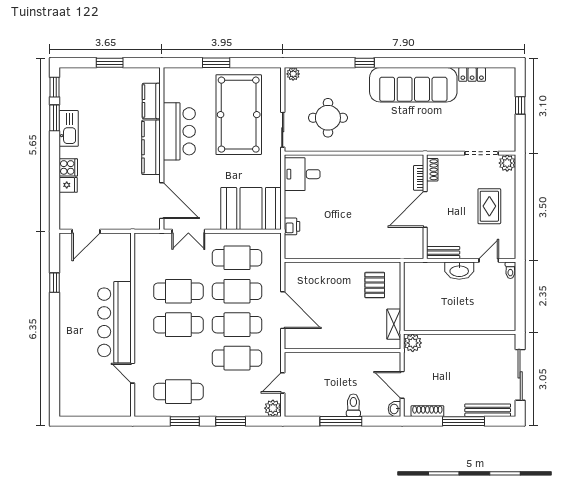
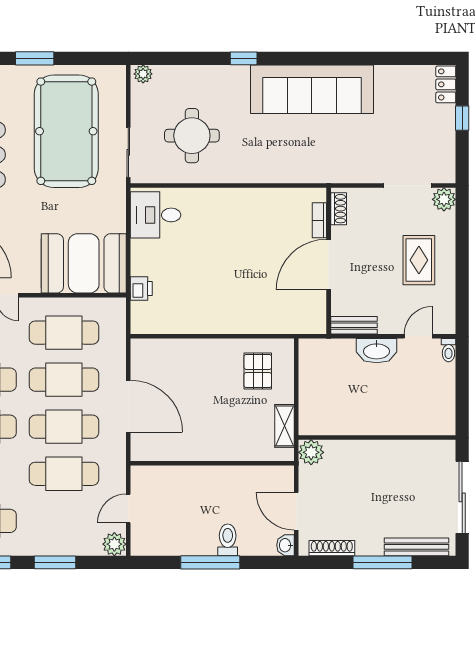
locker: (472, 74) -> (446, 84), moved, turned 90

